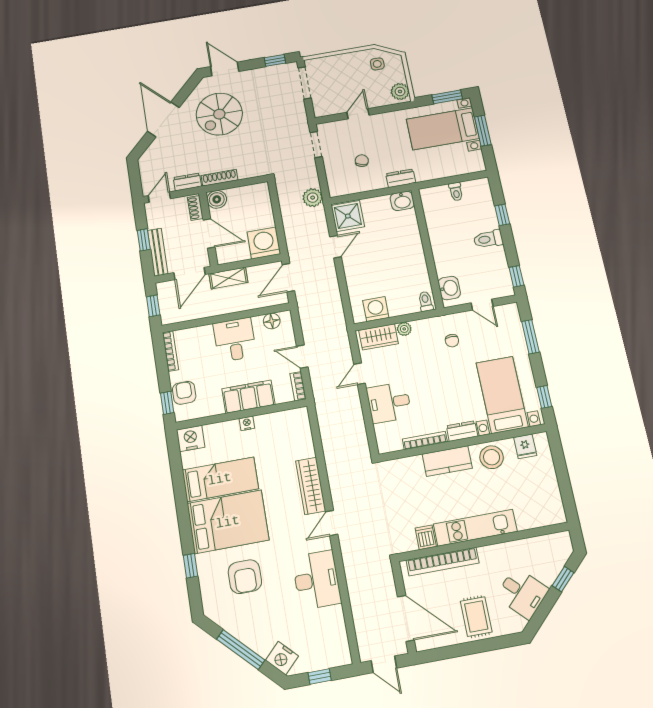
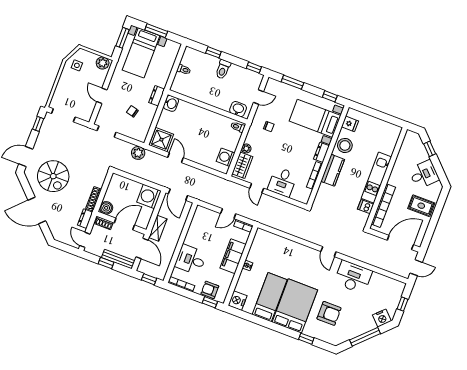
floor lamp: (272, 321) -> (198, 219), removed
desk: (235, 340) -> (191, 260), moved
wardrobe: (311, 486) -> (302, 251), removed

